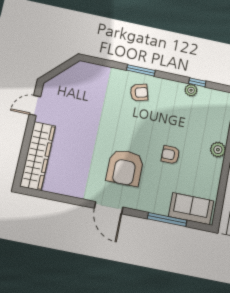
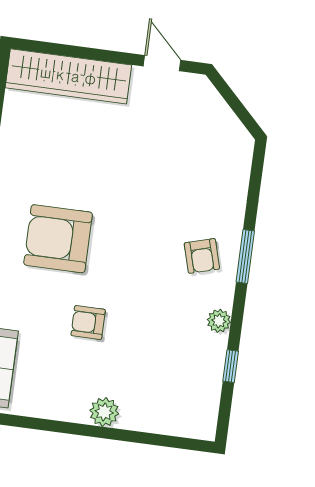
plant: (191, 90) -> (219, 321), moved
armchair: (171, 155) -> (88, 323), turned -90

